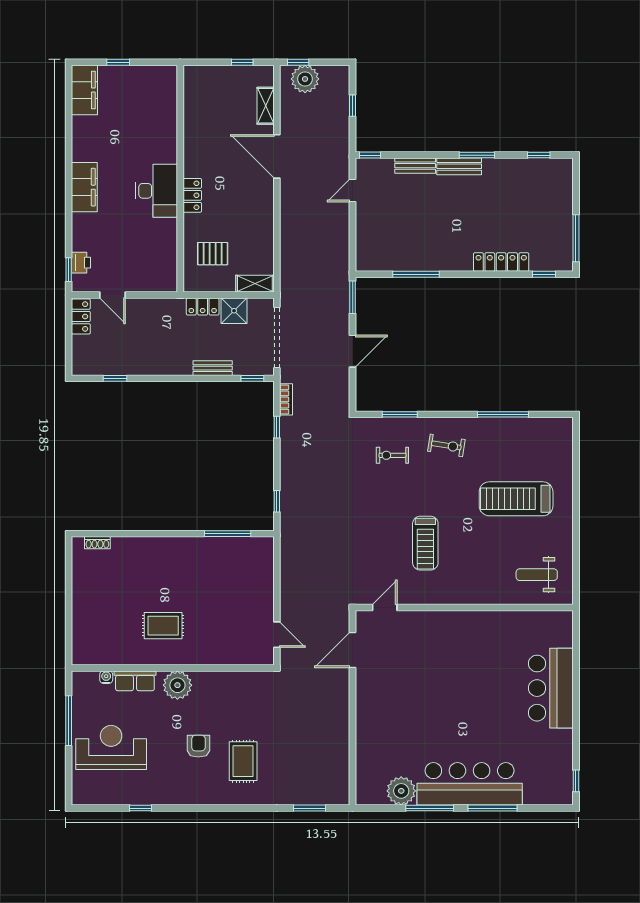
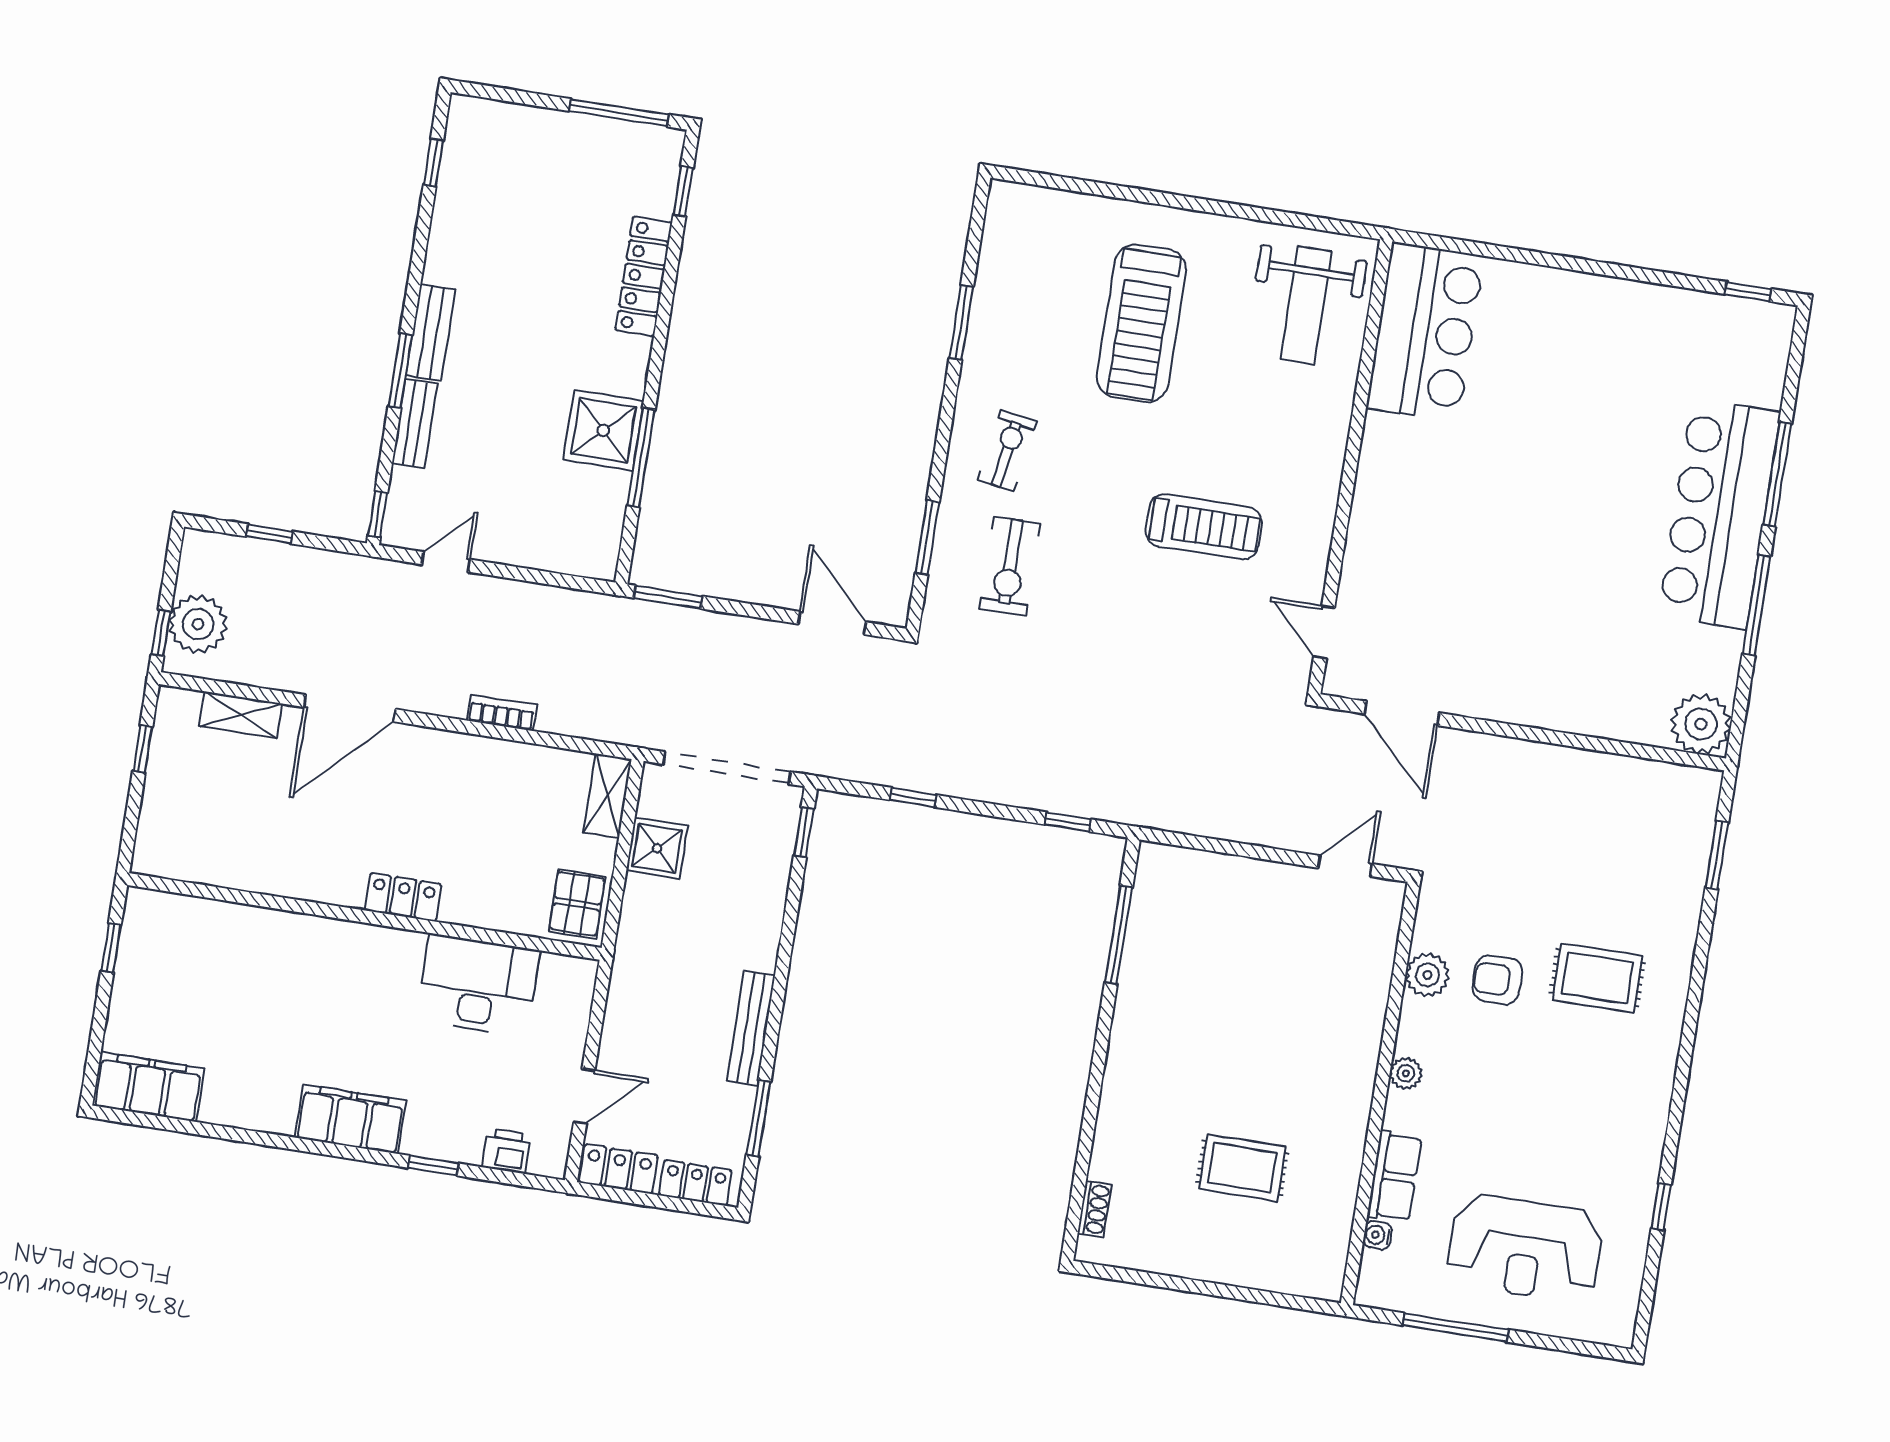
window: (118, 62) -> (111, 948), moved
window: (477, 155) -> (400, 371), moved
door: (353, 190) -> (446, 562), swing flipped
desk: (157, 191) -> (478, 985), moved
pallet: (213, 254) -> (577, 904), moved
shower: (426, 255) -> (603, 430), added
window: (69, 270) -> (433, 1166), moved
locker: (203, 307) -> (695, 1183), moved, turned -90
door: (353, 351) -> (832, 623), moved
bench: (213, 368) -> (751, 1028), moved, width x1.36
window: (115, 378) -> (759, 1118), width x1.50
bookcase: (286, 399) -> (502, 713), moved
window: (503, 414) -> (961, 322), width x0.69
exercise bike: (392, 455) -> (1010, 566), width x1.38, depth x1.39
weight bench: (537, 575) -> (1306, 305), width x1.36, depth x1.33
rug: (163, 626) -> (1242, 1168), moved, turned 90
plant: (232, 681) -> (1427, 975), added
plant: (177, 685) -> (1406, 1073), width x0.53, depth x0.53
bar counter: (551, 688) -> (1425, 332), moved, turned -90
armchair: (198, 746) -> (1497, 980), moved
reception desk: (111, 747) -> (1525, 1248), turned -90
plant: (401, 791) -> (1701, 724), moved

